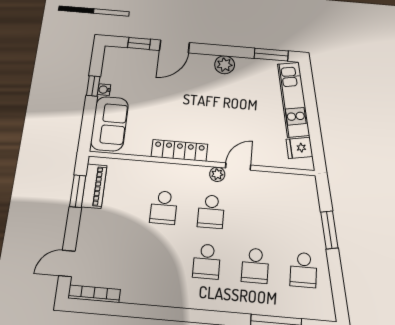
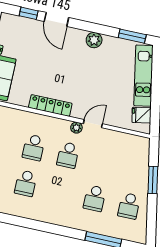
door: (174, 46) -> (56, 19), hinge flipped
school desk: (207, 261) -> (26, 183), moved

